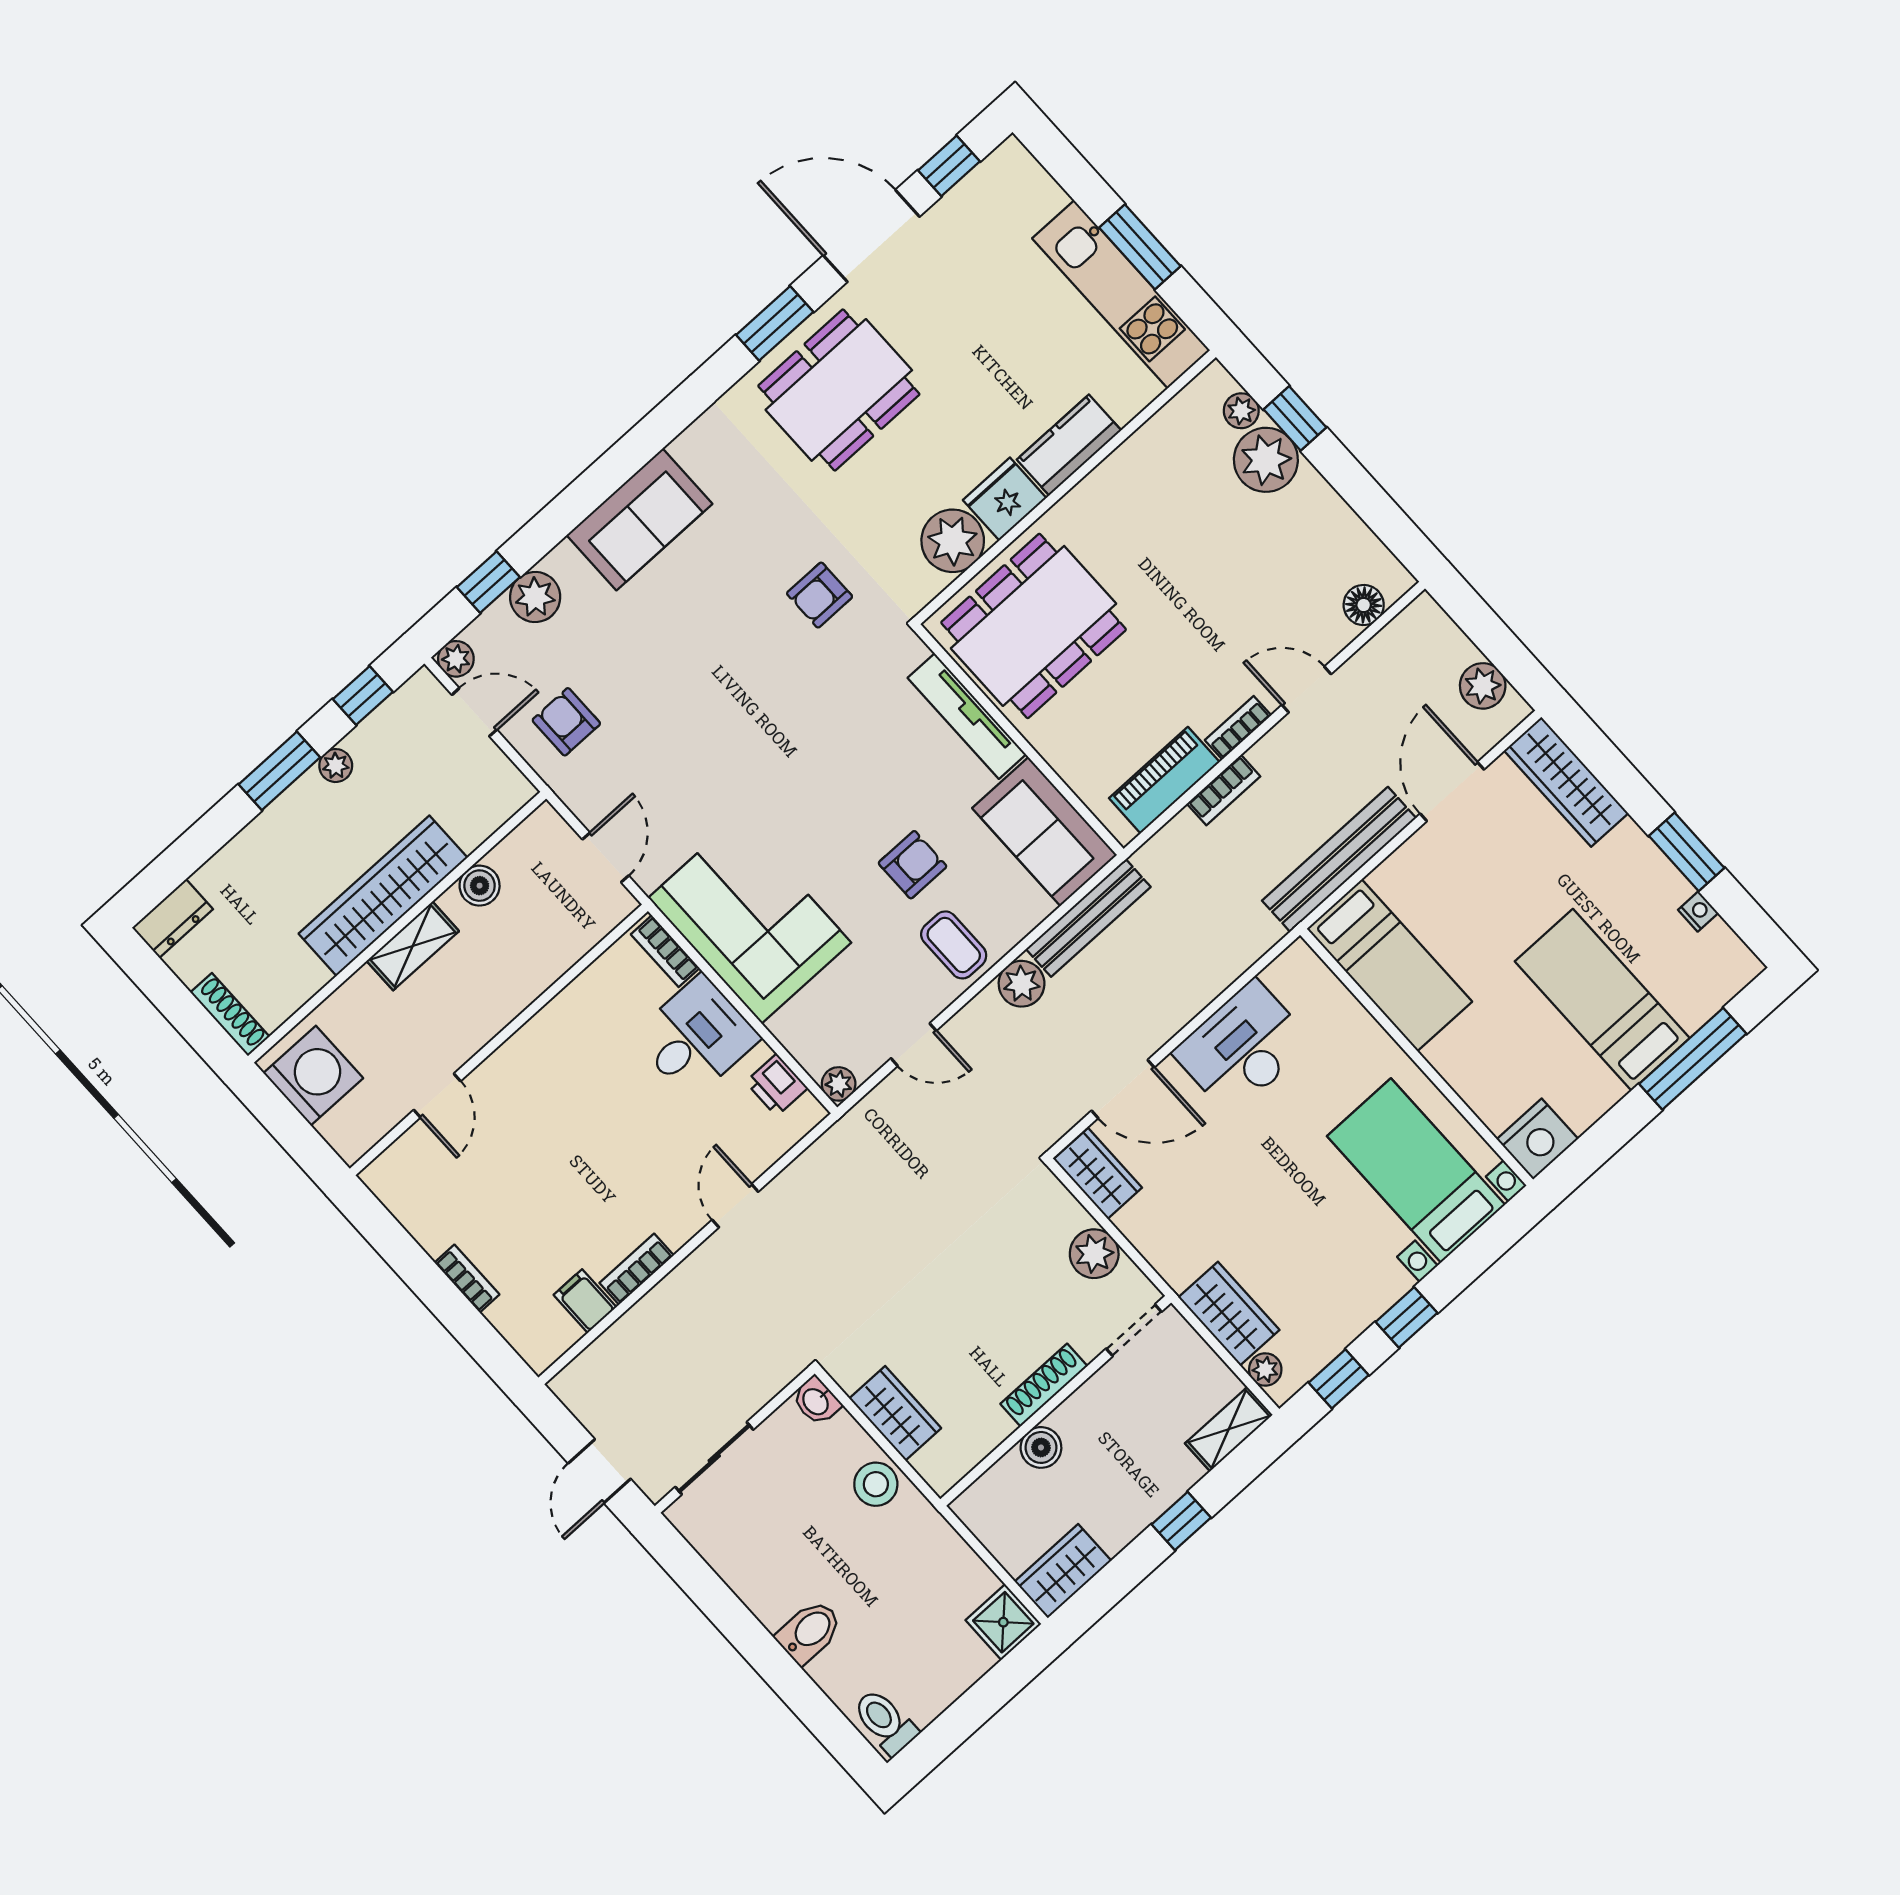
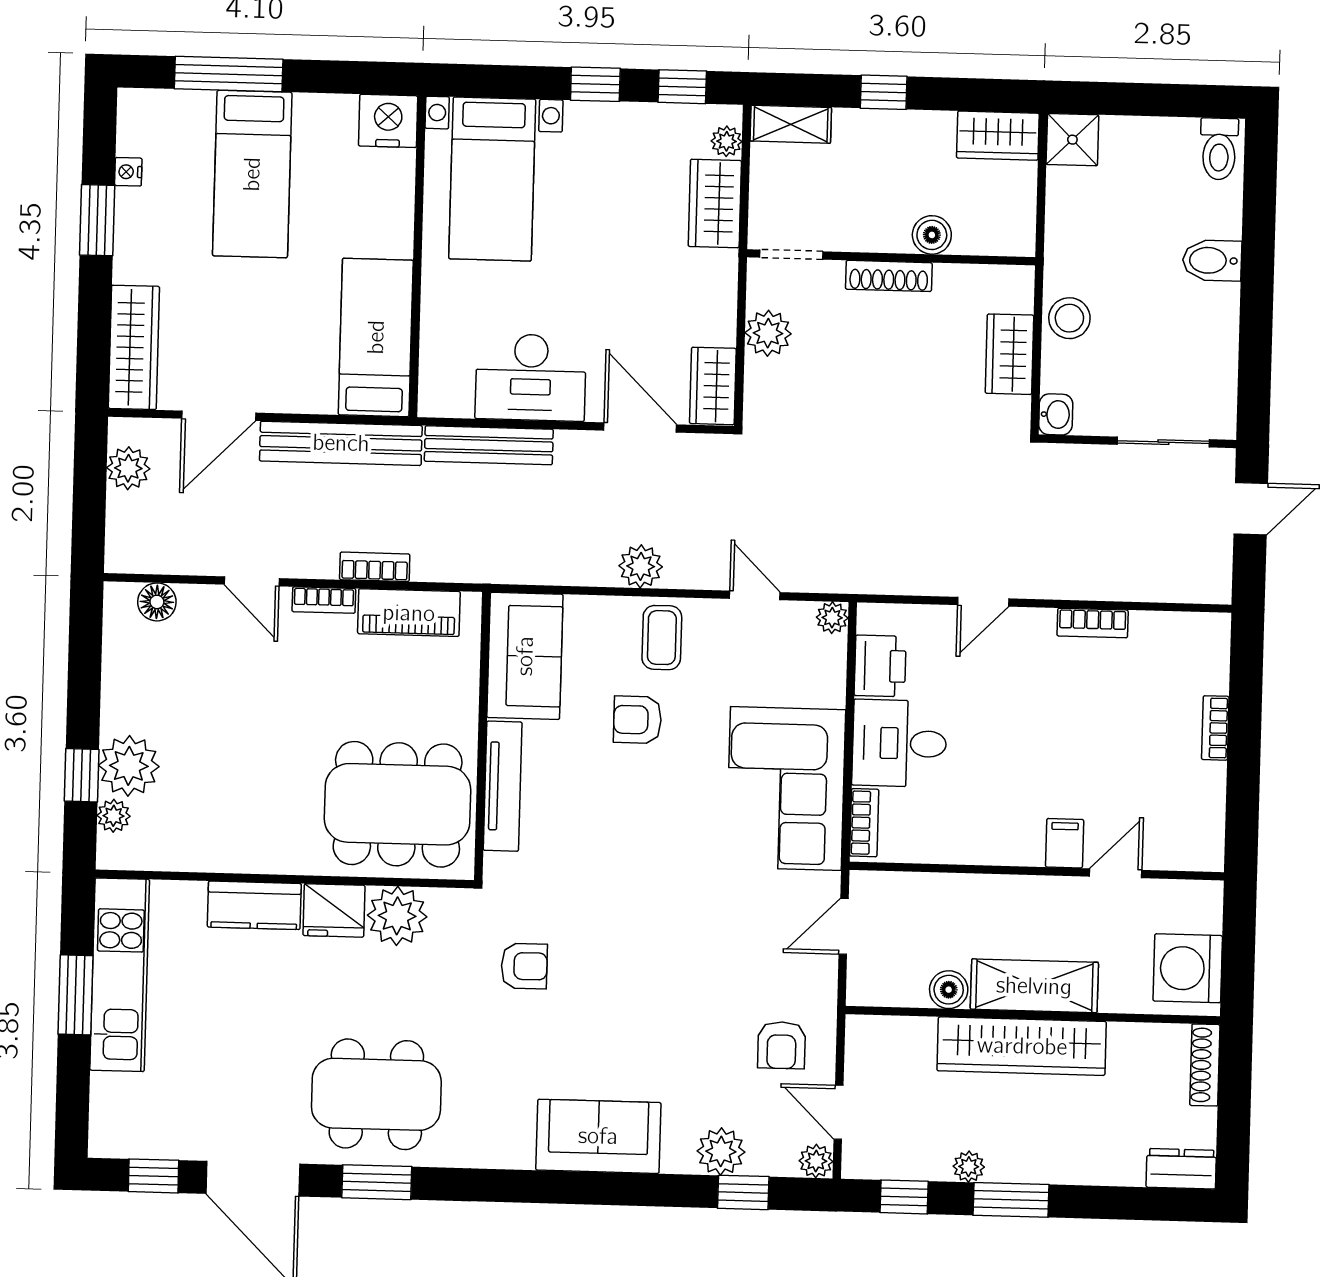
bench: (1088, 918) -> (489, 445), moved
shelving: (413, 946) -> (1034, 986), width x1.50, depth x1.33
printer: (777, 1085) -> (880, 666), width x1.36, depth x1.24
filing cabinet: (585, 1301) -> (1065, 843), moved, turned 180

